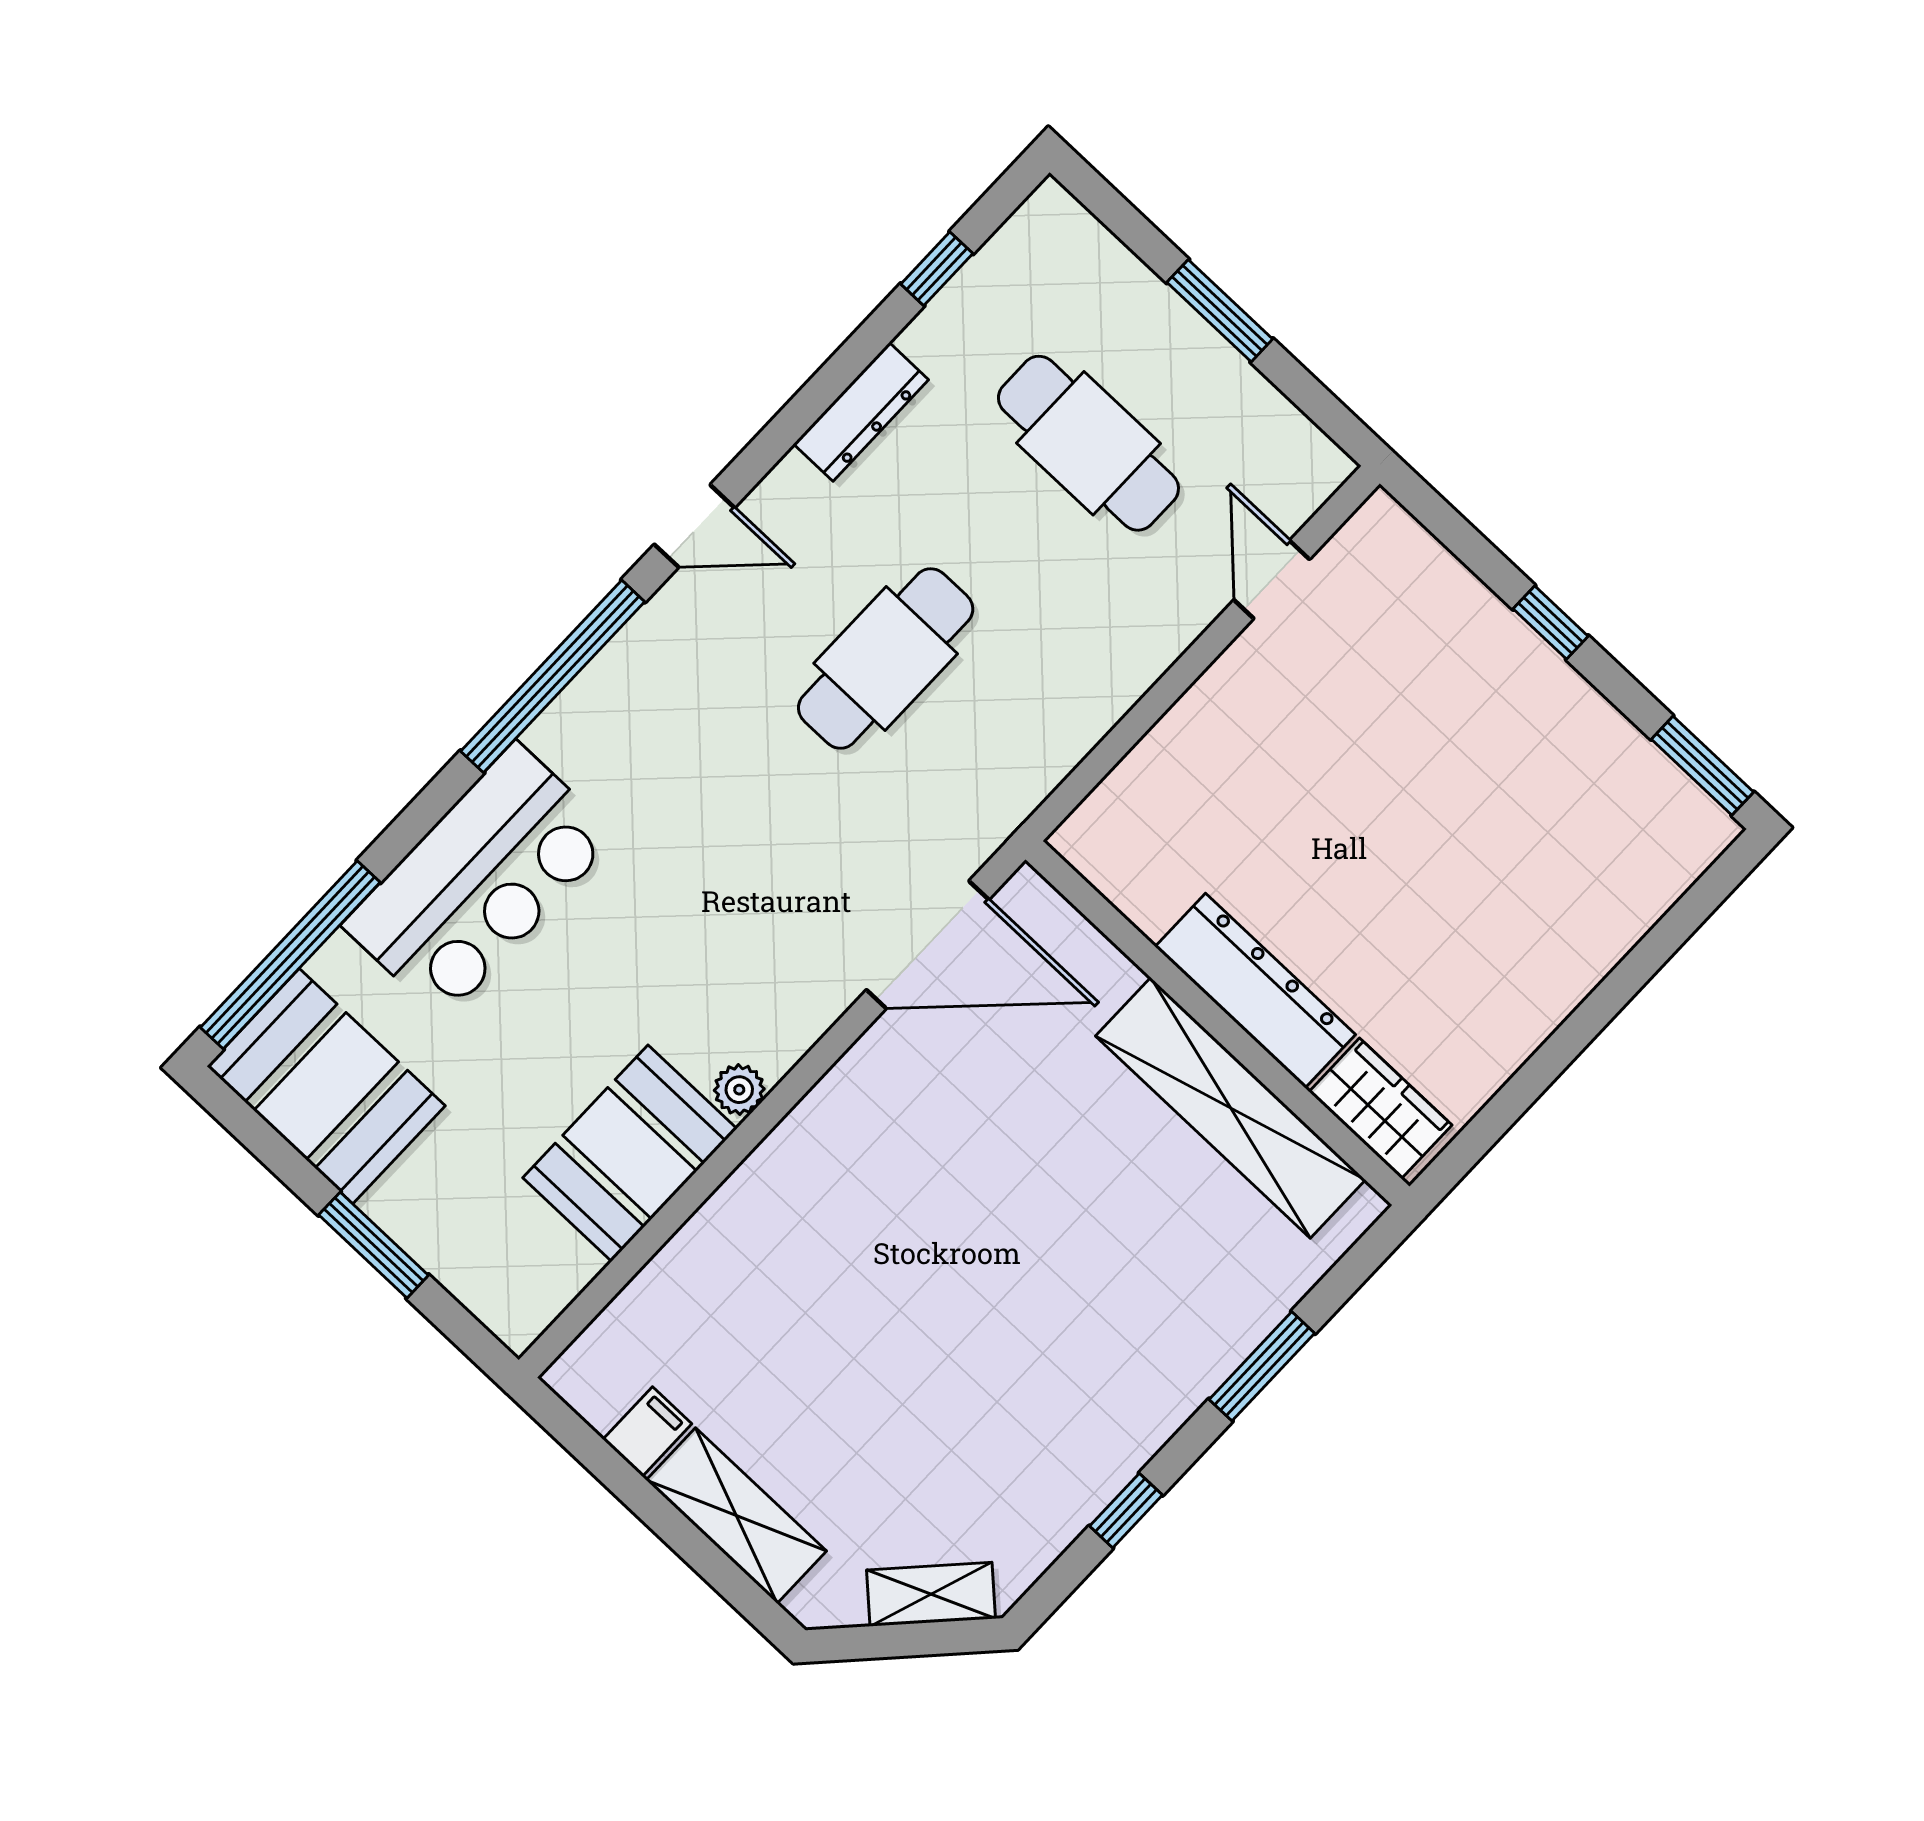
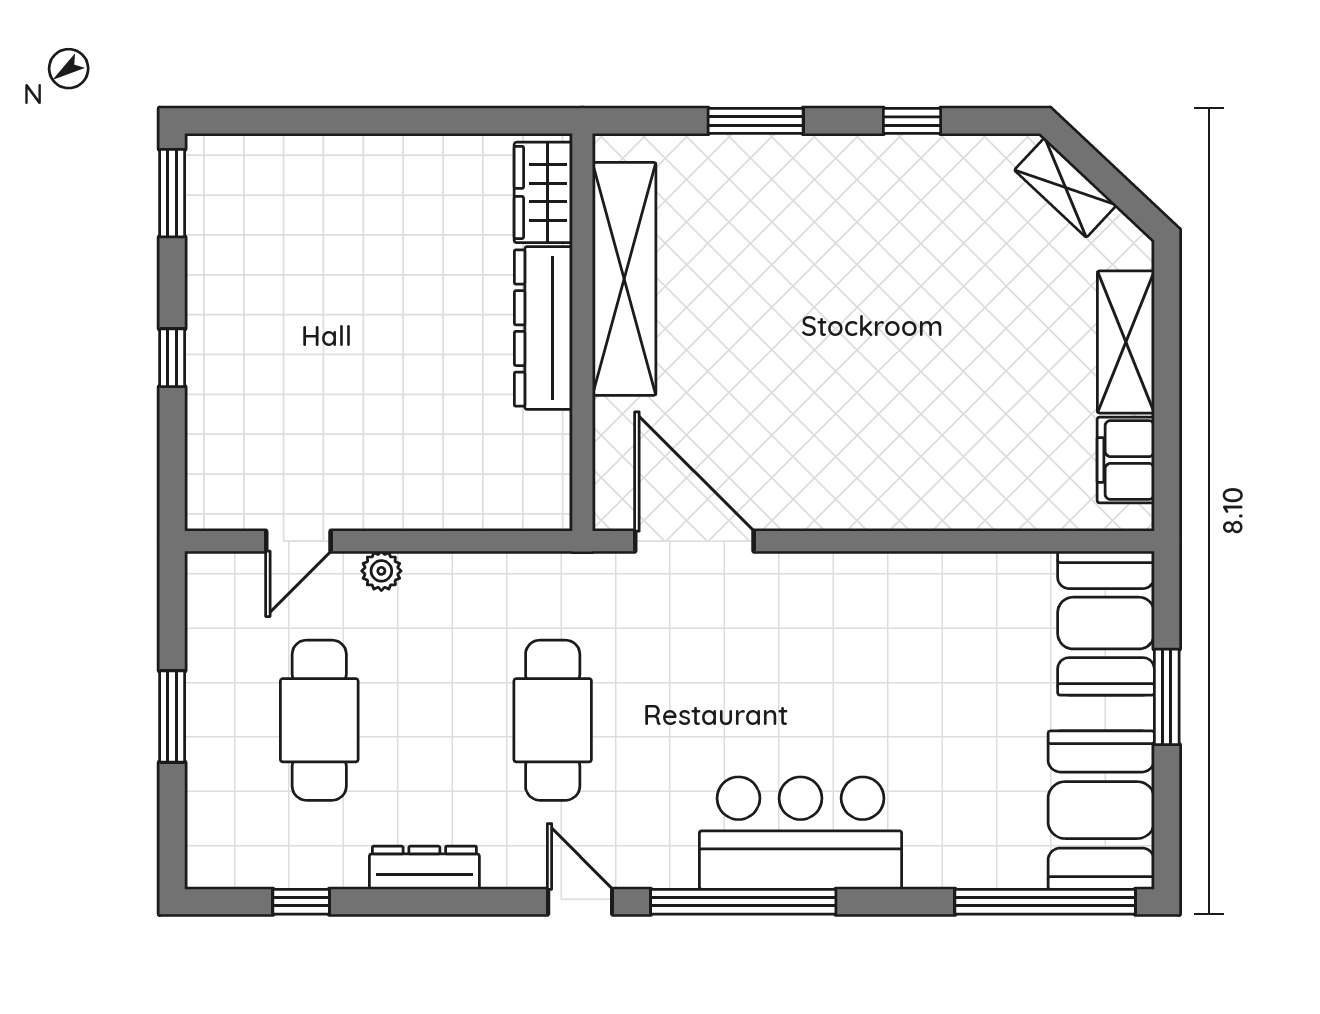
cafe table: (886, 658) -> (553, 720), turned 90
bar counter: (480, 881) -> (801, 833), moved
plant: (739, 1090) -> (381, 571), moved
booth: (630, 1153) -> (1106, 623), moved, turned 90
filing cabinet: (647, 1432) -> (1126, 460), width x2.00

